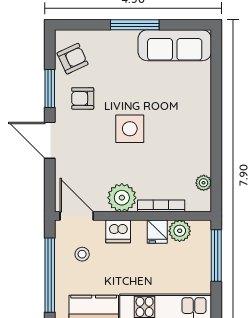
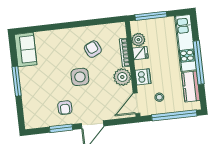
sofa: (175, 45) -> (26, 50), width x0.73
armchair: (73, 59) -> (93, 49), moved
plant: (204, 183) -> (108, 29), removed

